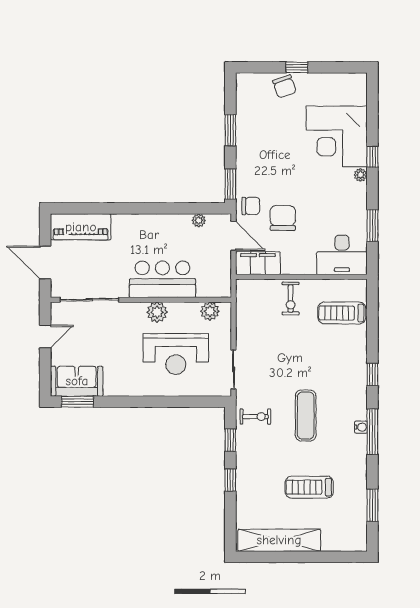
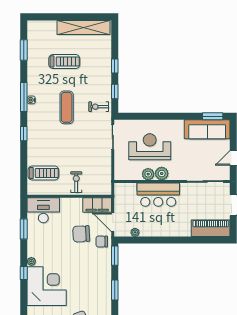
chair: (283, 218) -> (81, 234), turned 87
plant: (210, 311) -> (148, 174), moved
sofa: (77, 381) -> (207, 129), width x1.36

